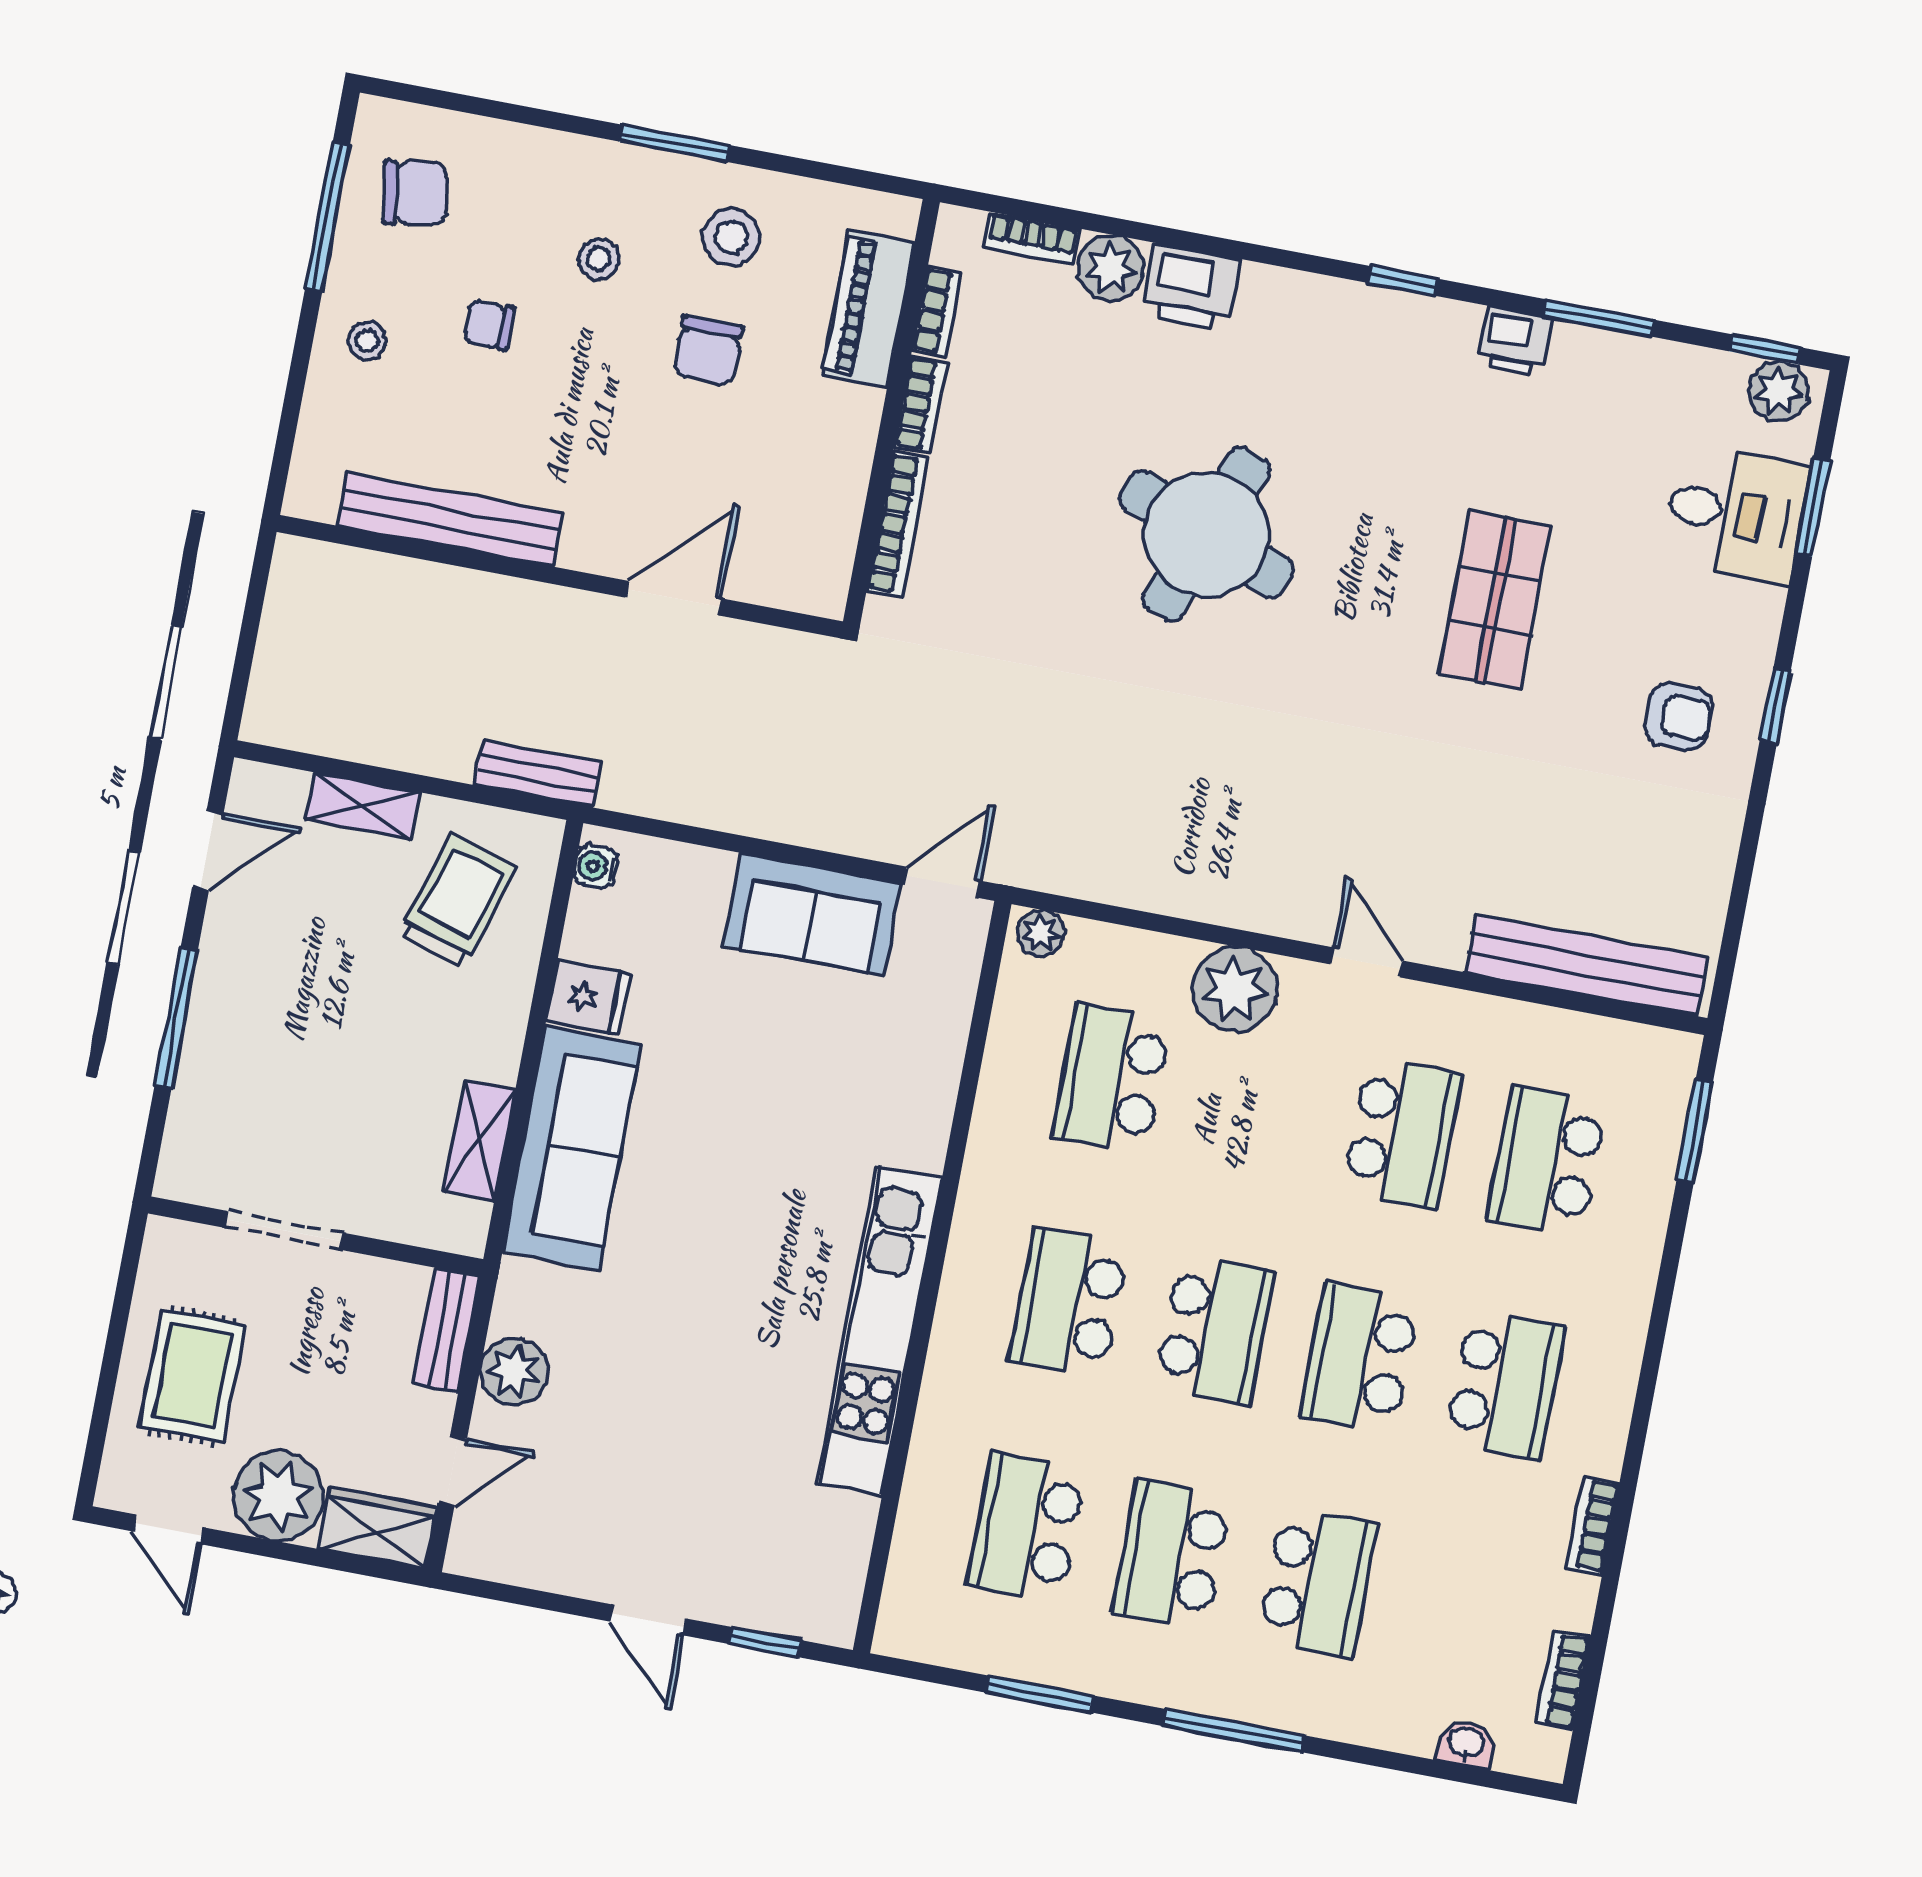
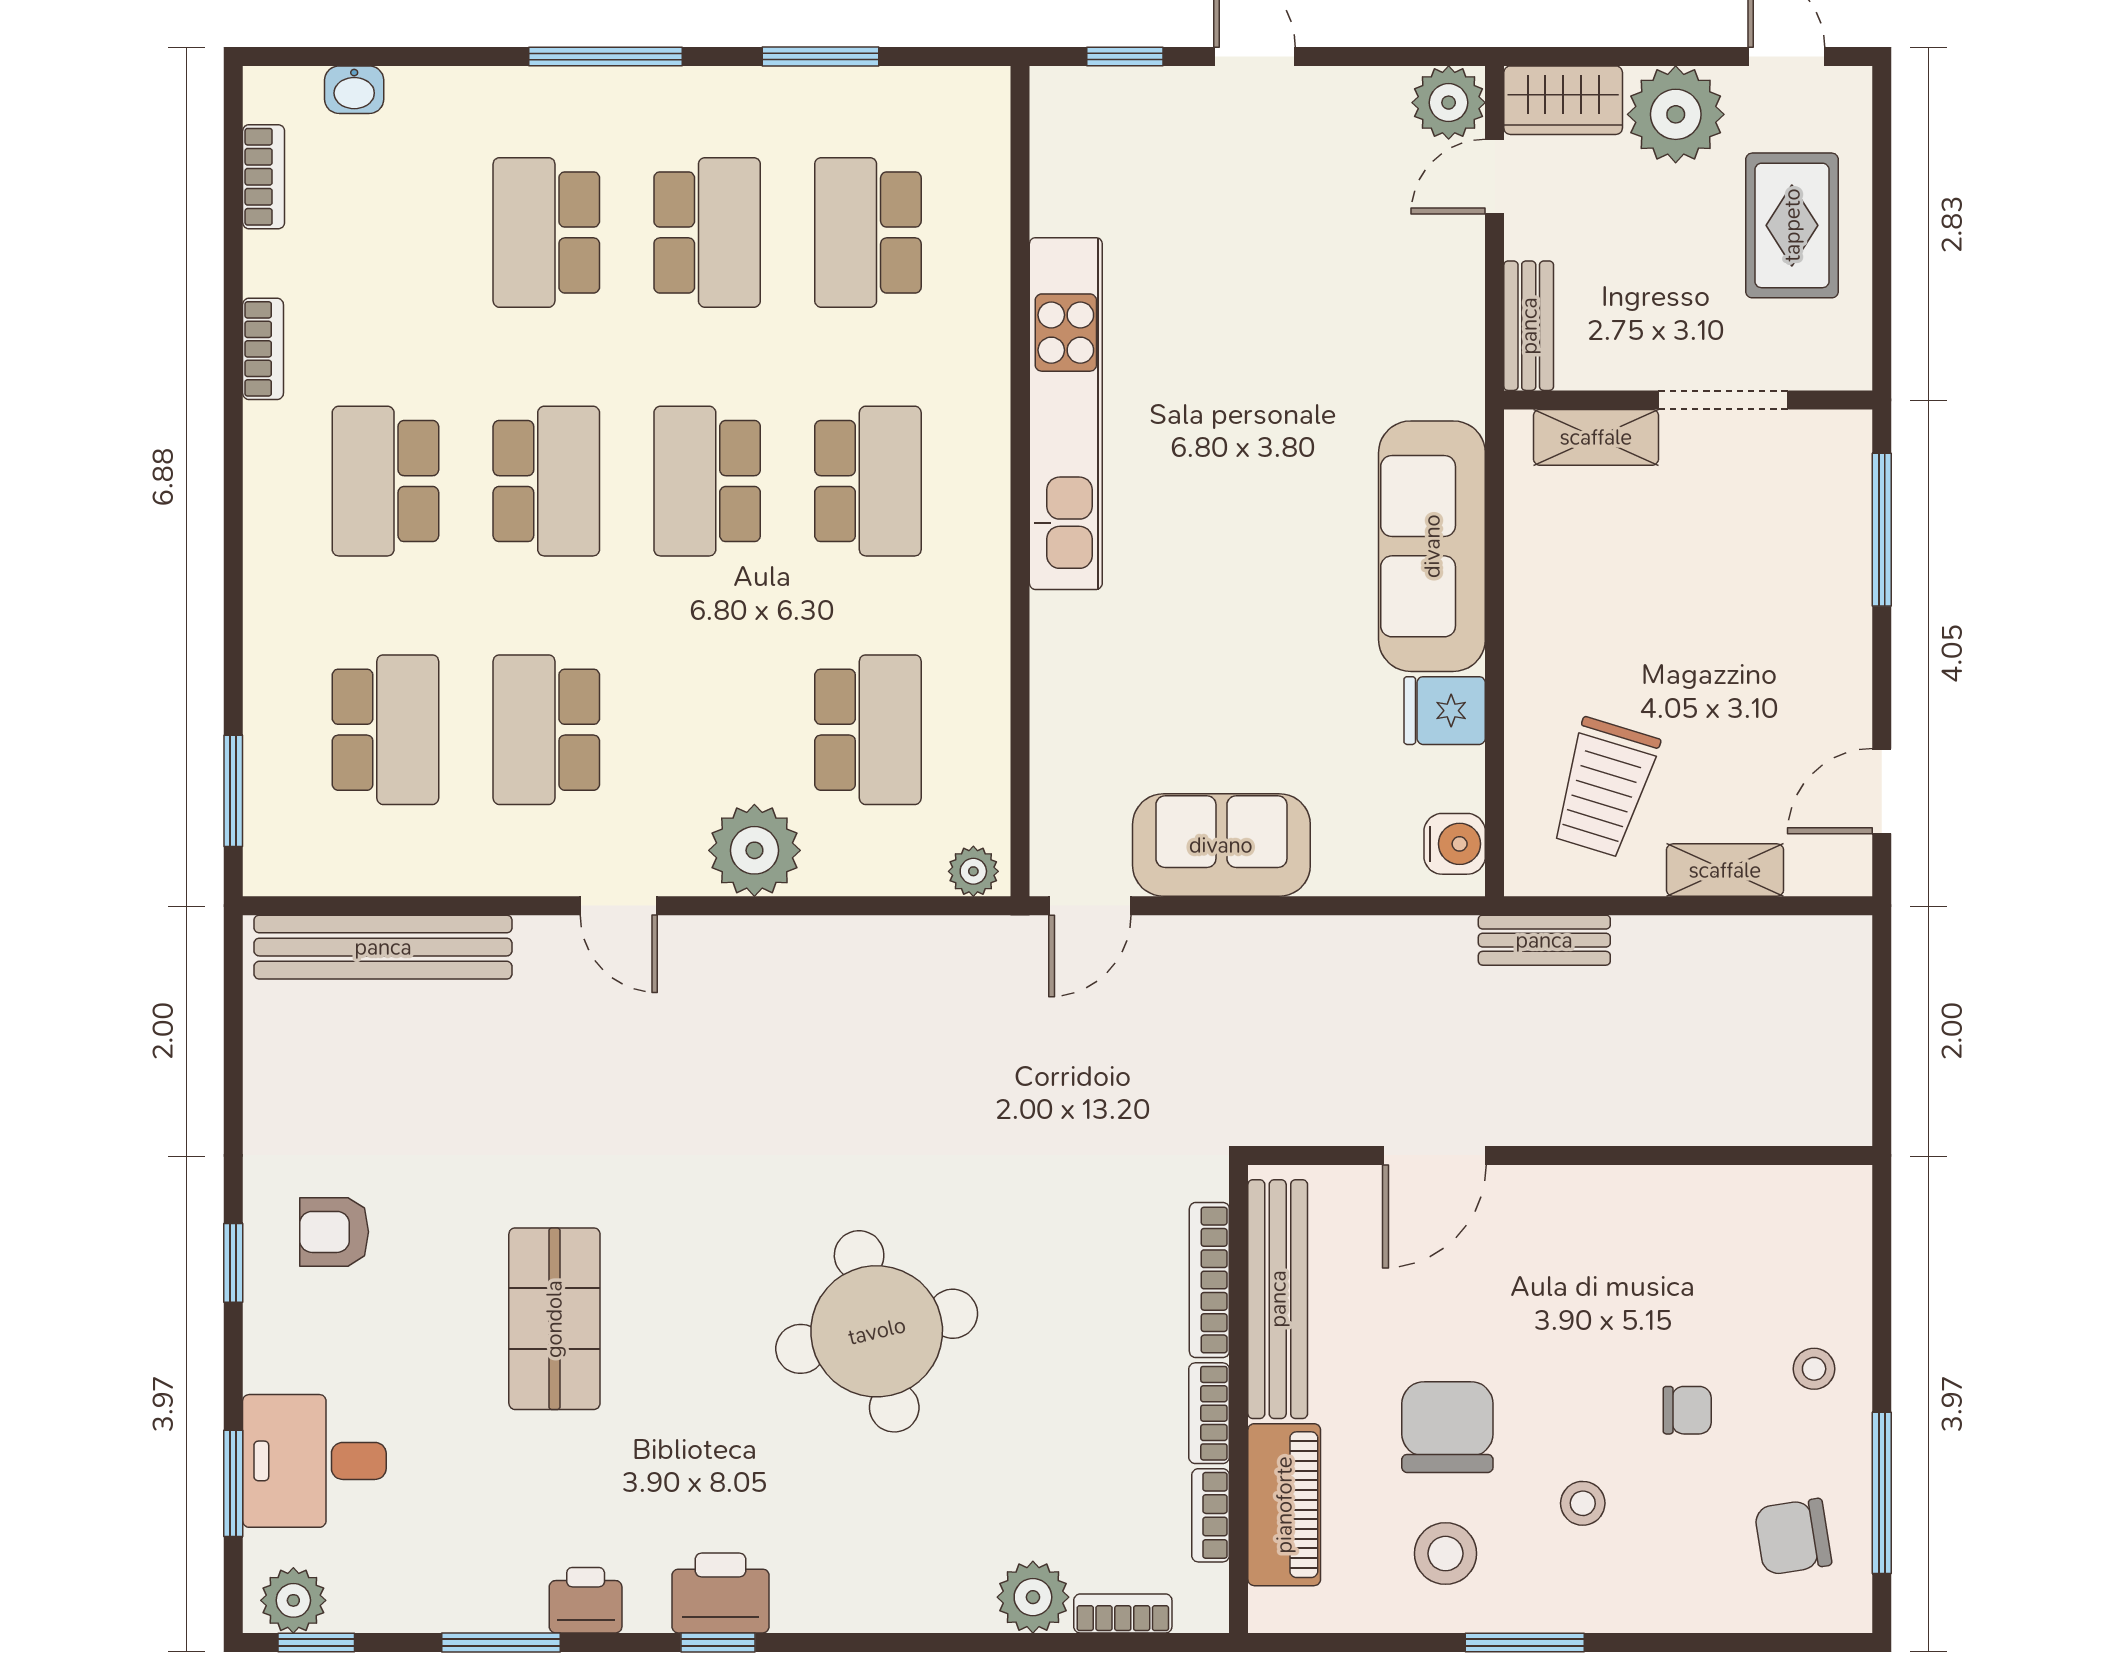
printer: (1191, 287) -> (721, 1593), moved
chair: (708, 351) -> (1447, 1427), width x1.37, depth x1.37
bench: (450, 519) -> (1278, 1299), moved, turned 90
round table: (1206, 534) -> (877, 1331), turned -34
water cooler: (596, 867) -> (1455, 844), width x1.38, depth x1.38
window: (176, 1018) -> (1882, 530), moved
shelving: (480, 1141) -> (1596, 437), moved, turned 90
plant: (514, 1371) -> (1449, 103), moved
school desk: (1027, 1527) -> (868, 232), turned 180

